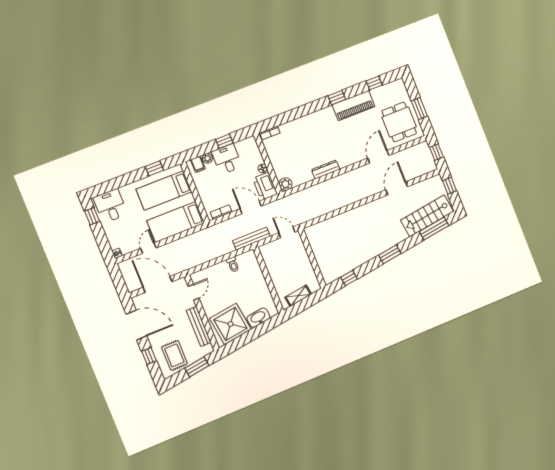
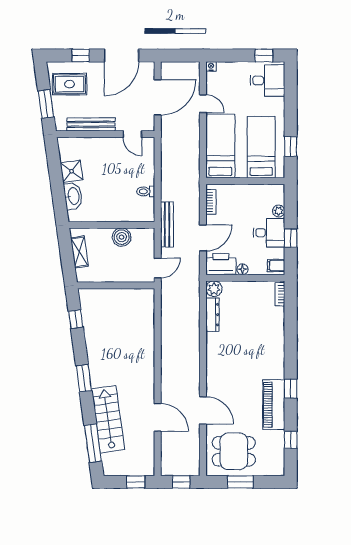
filing cabinet: (198, 164) -> (276, 266), moved
dresser: (326, 169) -> (213, 315), moved
stairs: (427, 216) -> (108, 419), moved
boiler: (275, 269) -> (122, 237), added
shower: (230, 324) -> (72, 171), width x0.54, depth x0.54

